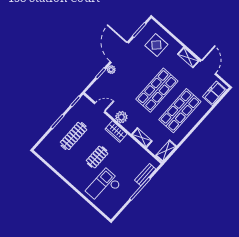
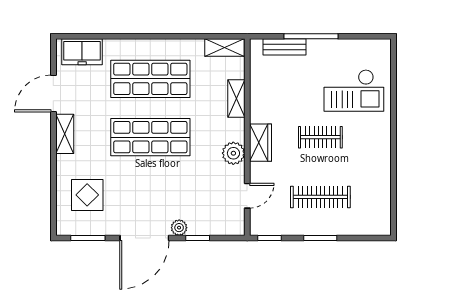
door: (100, 108) -> (247, 196), swing flipped

